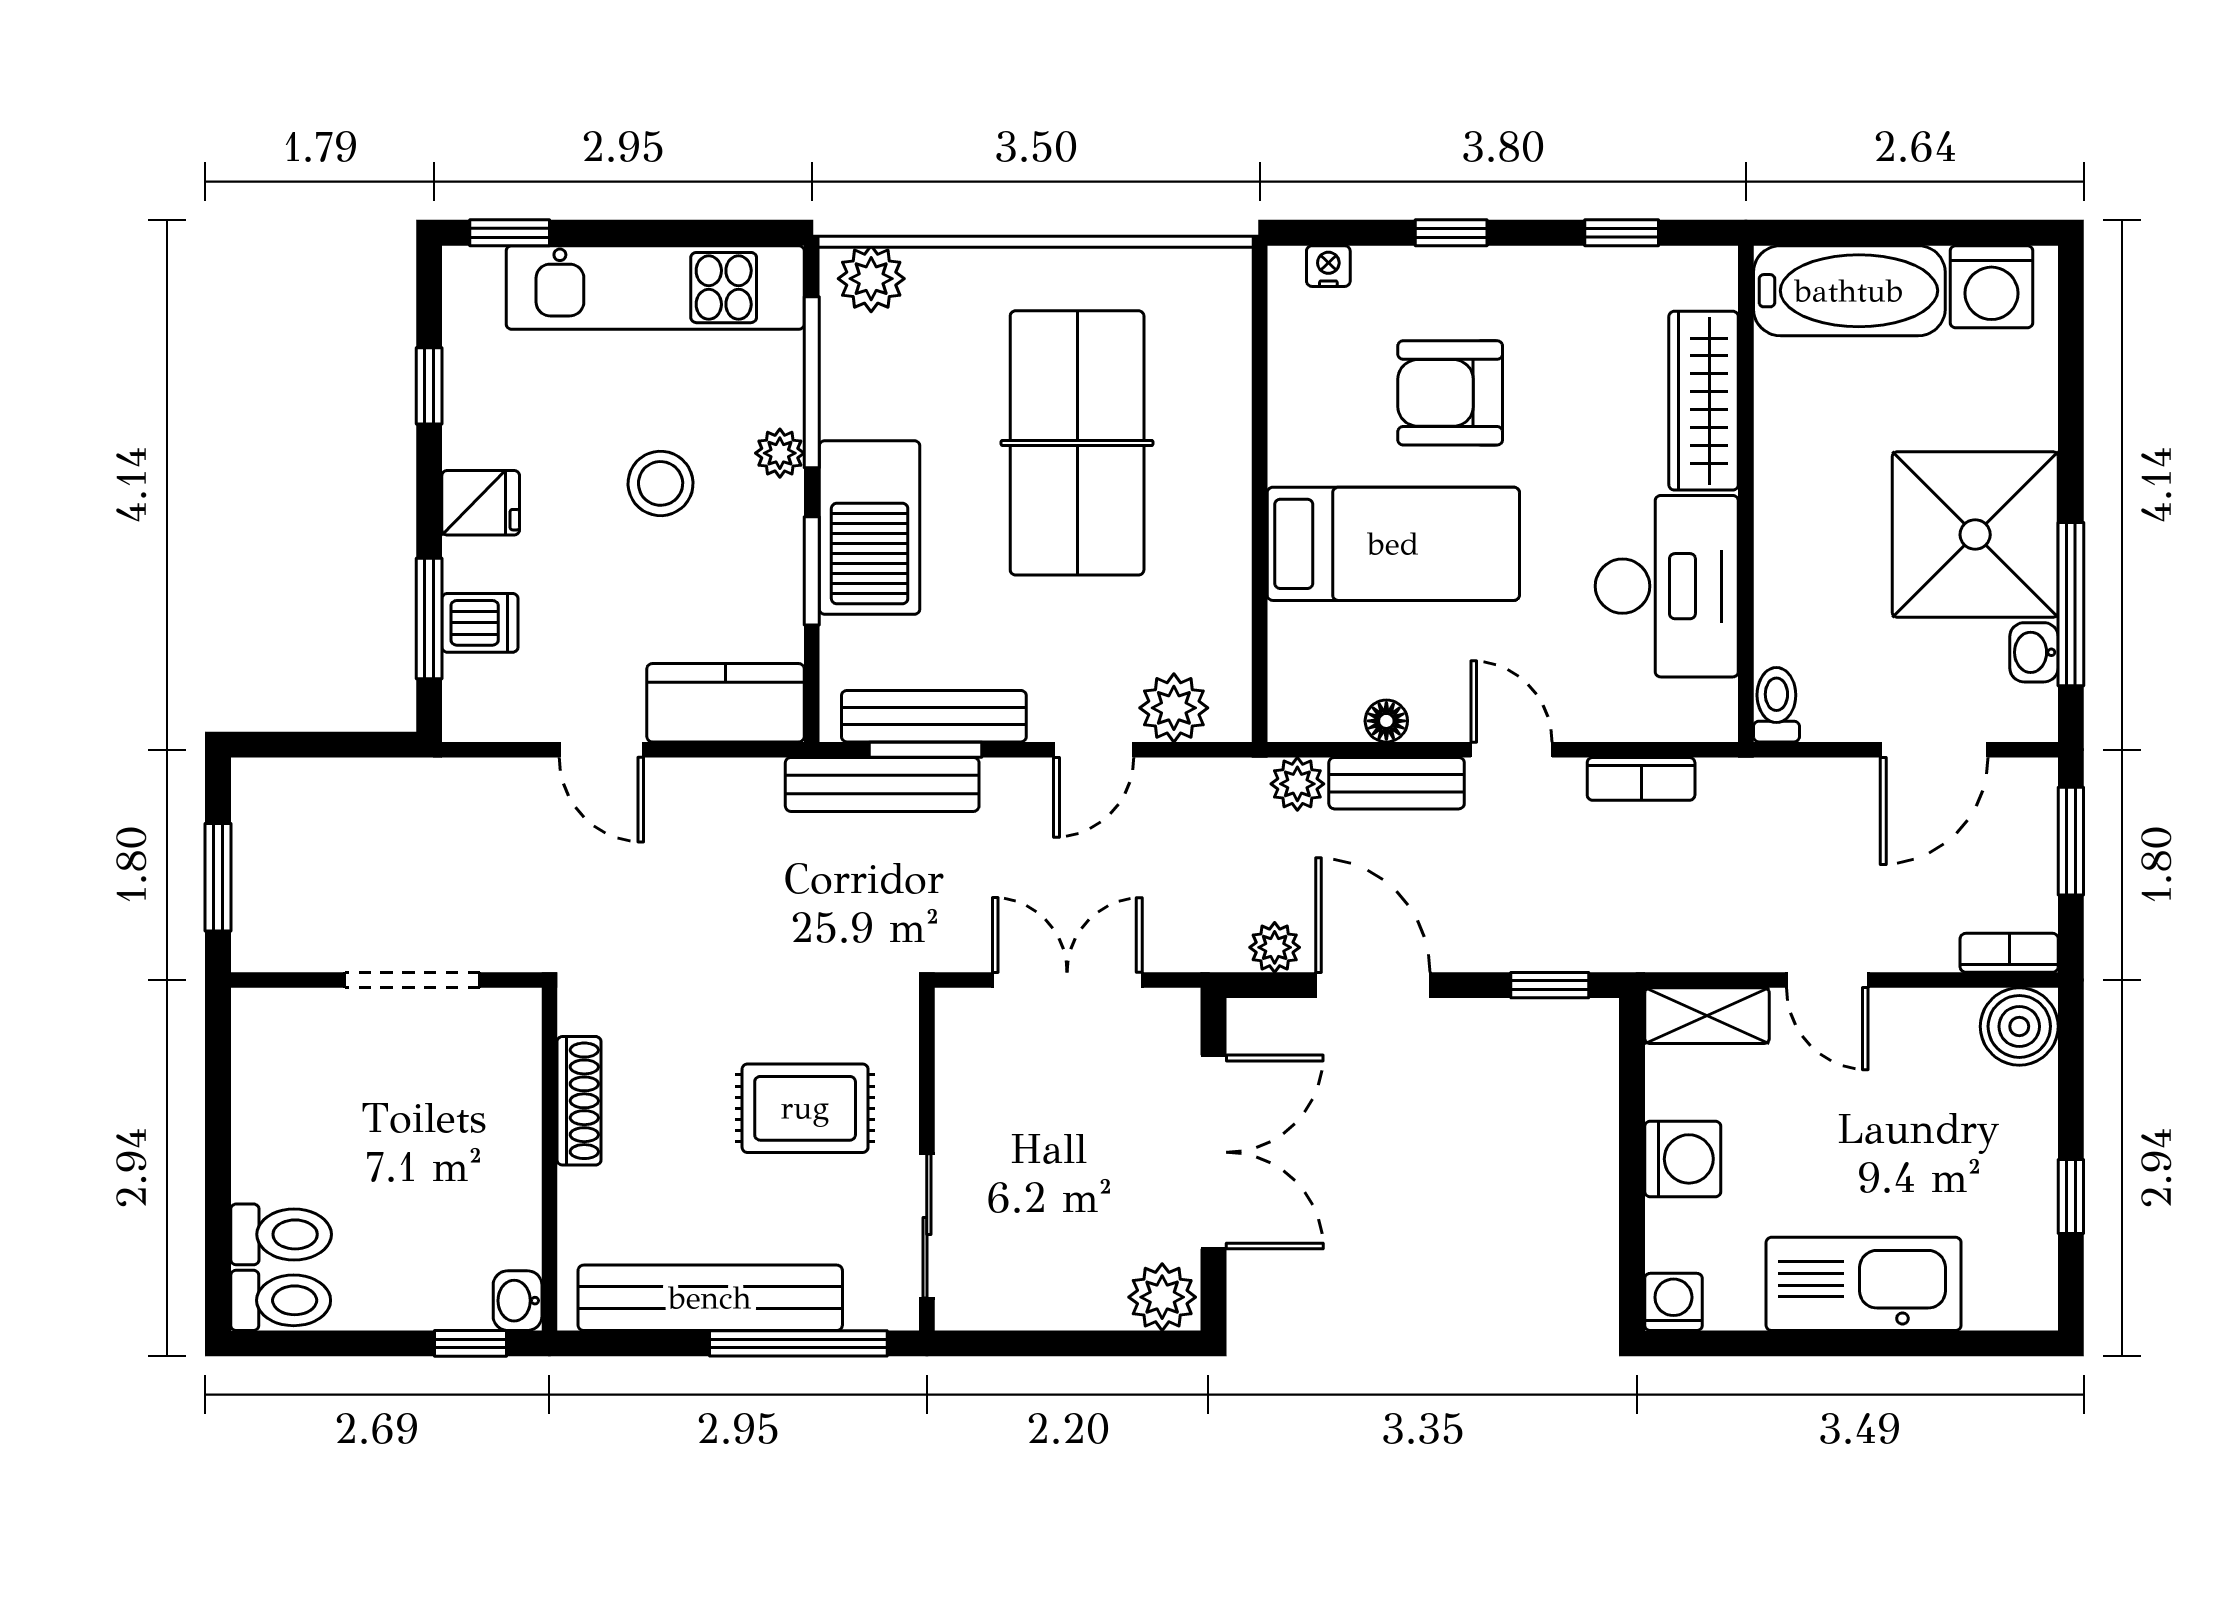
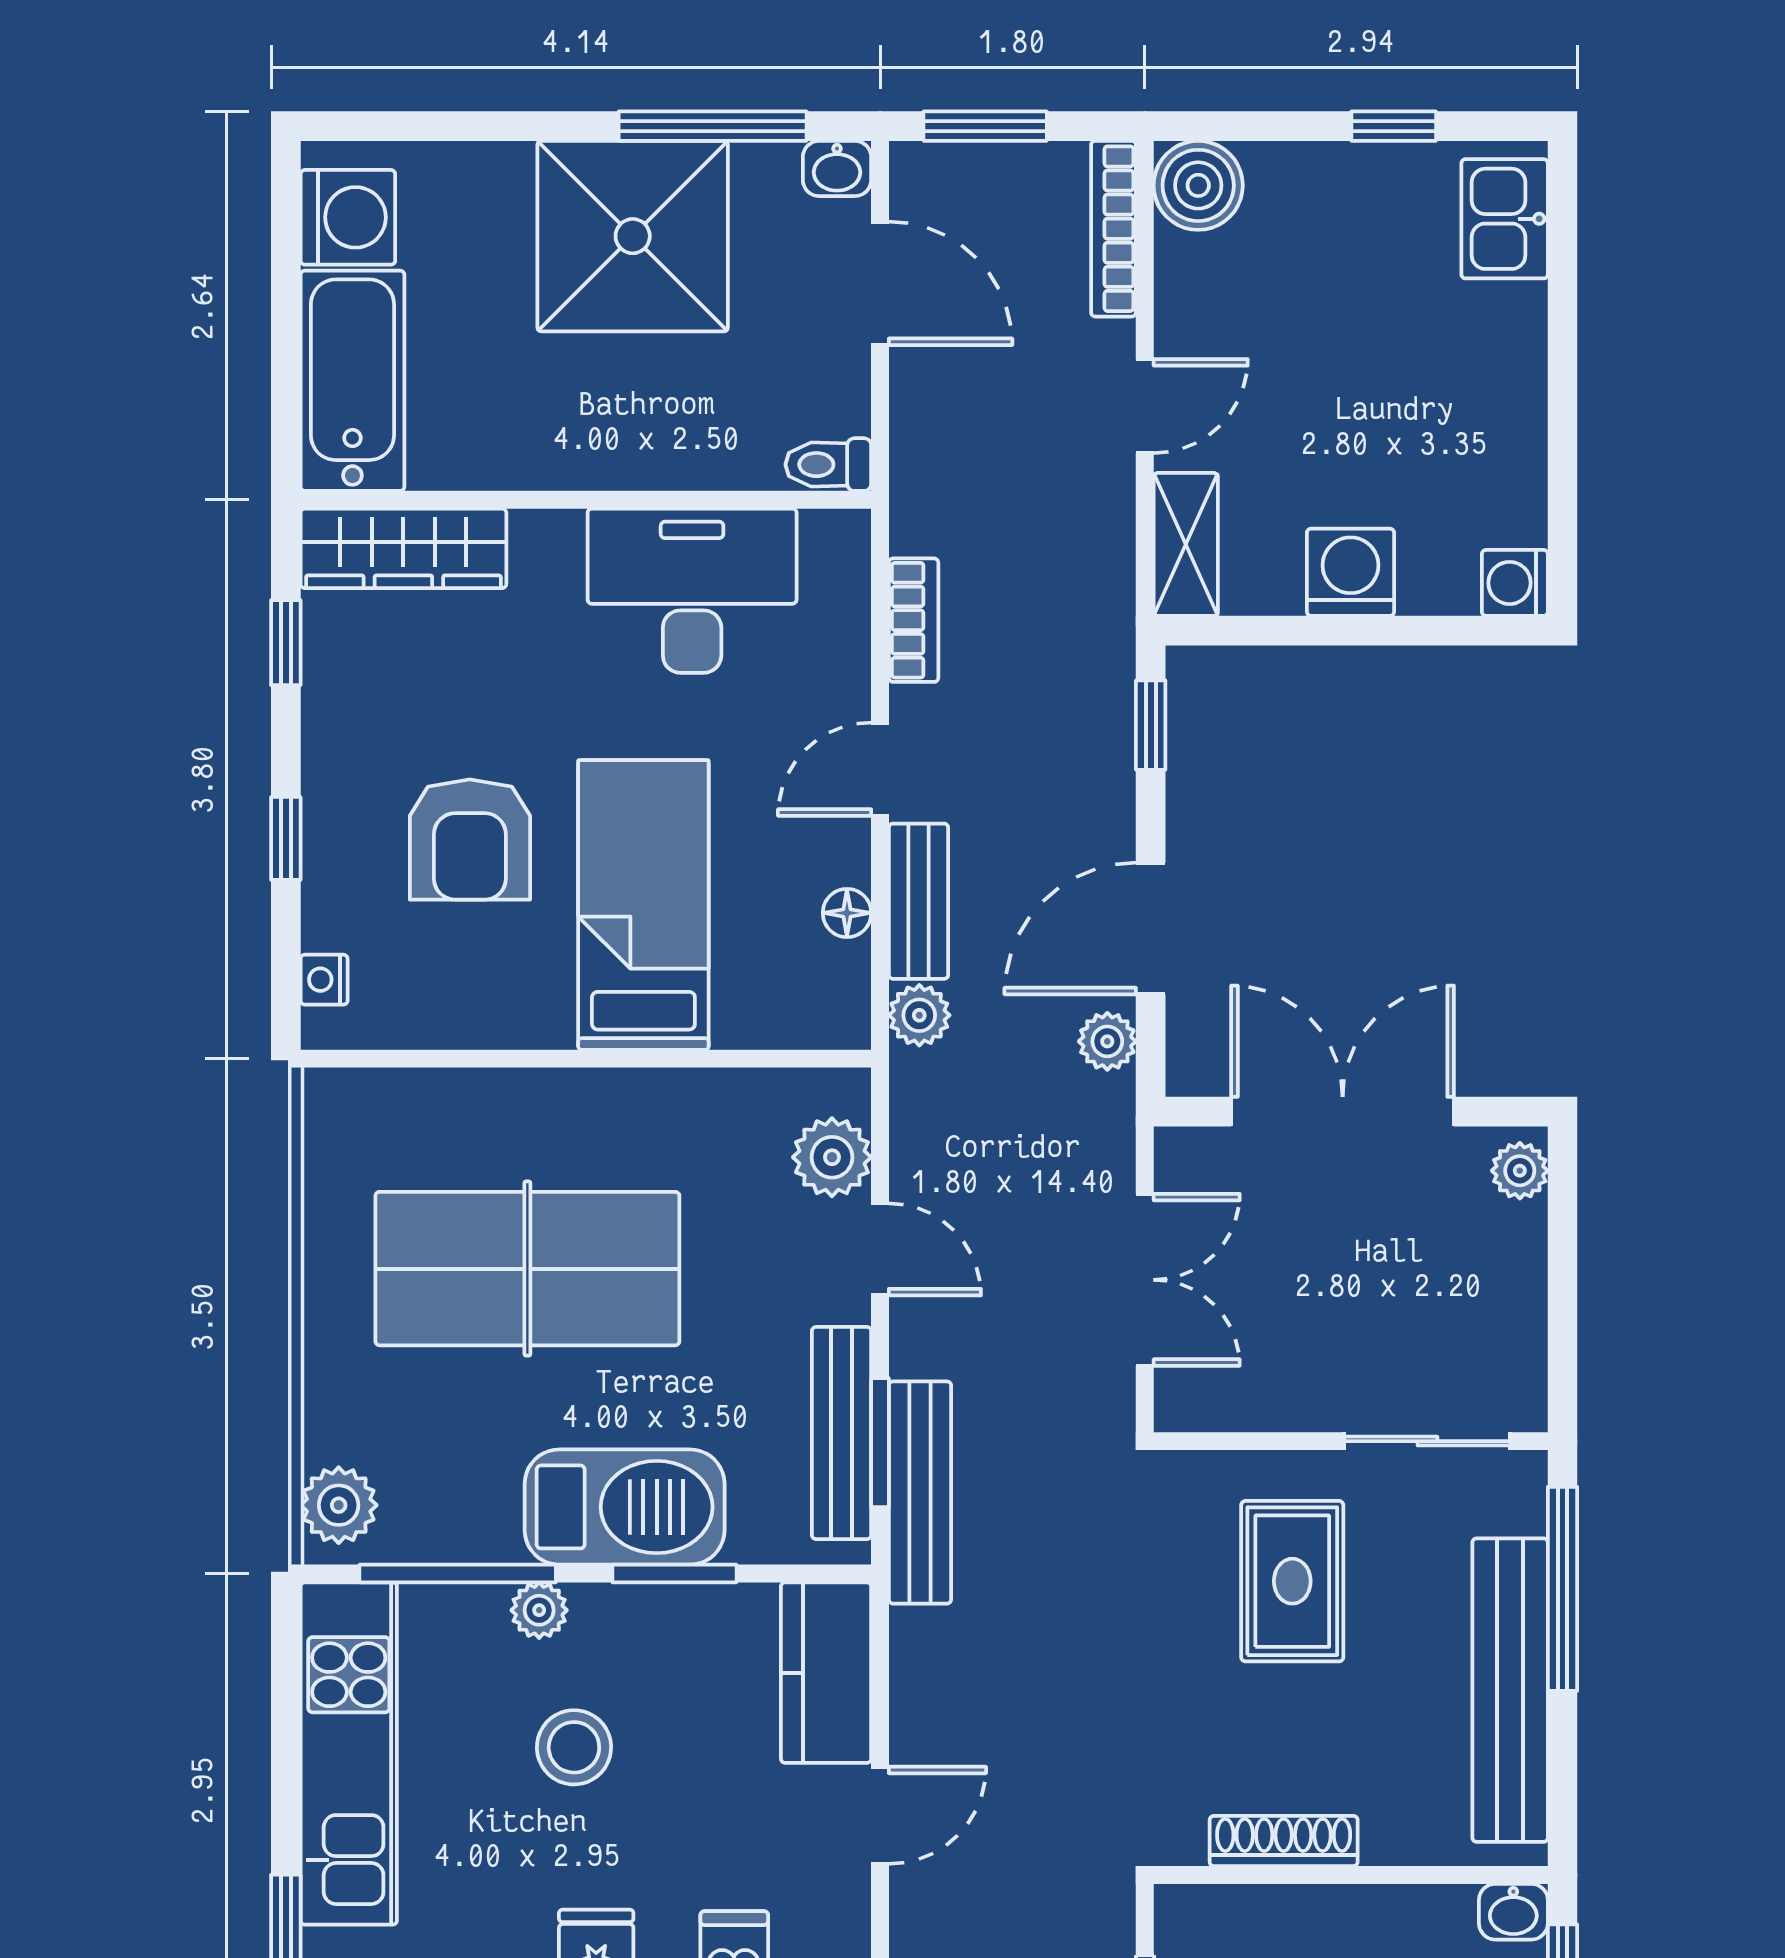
wardrobe: (1704, 401) -> (403, 548), moved
washbasin: (2034, 652) -> (837, 169), moved
bookcase: (2009, 953) -> (1113, 229), width x1.56
double door: (1067, 980) -> (1145, 1280), swing flipped
kitchen sink: (1864, 1284) -> (1505, 219), moved, width x0.53, depth x0.81
plant: (1162, 1297) -> (1520, 1171), width x0.73, depth x0.73

